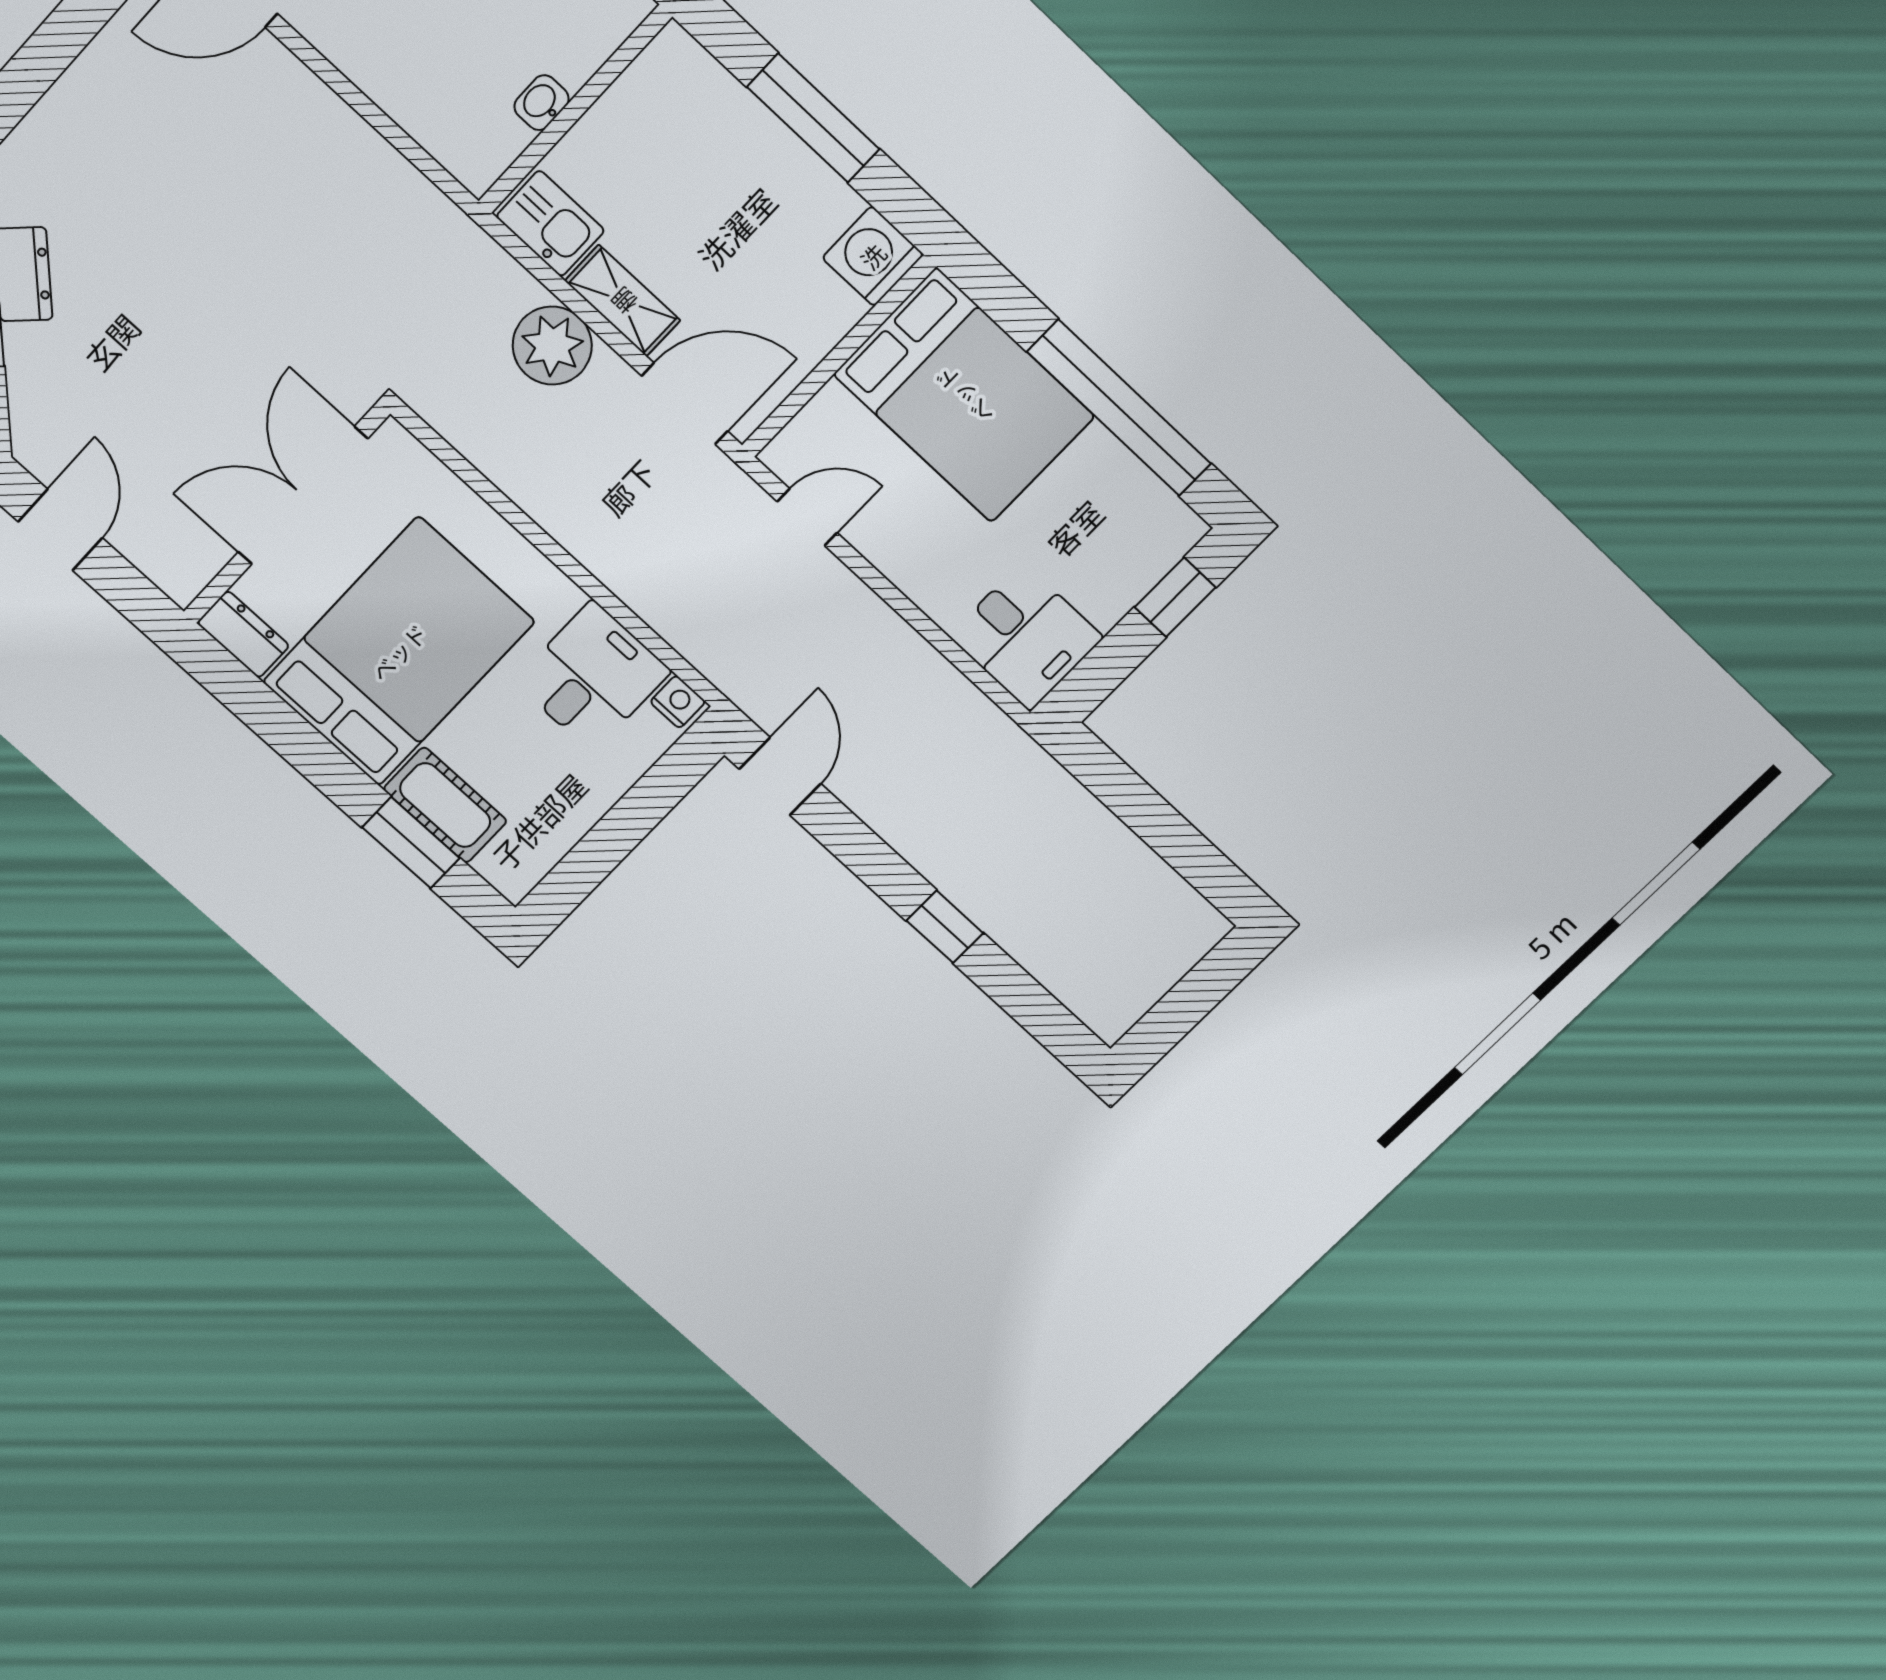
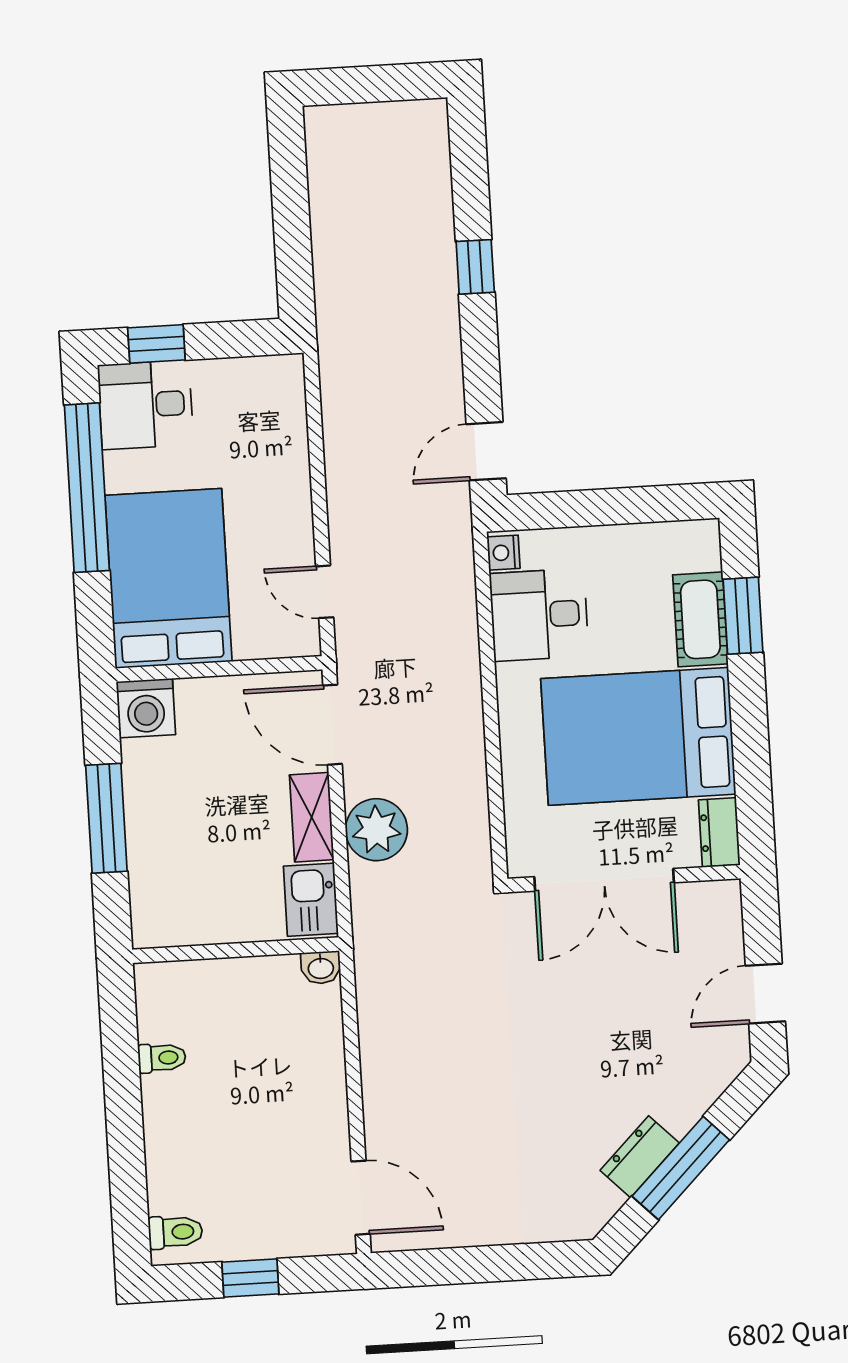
washbasin: (542, 103) -> (321, 968), moved
desk: (1026, 637) -> (145, 405), moved, turned -90

